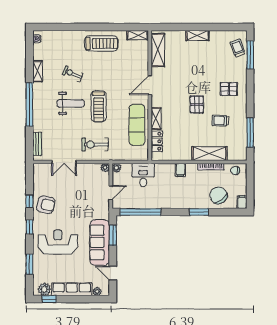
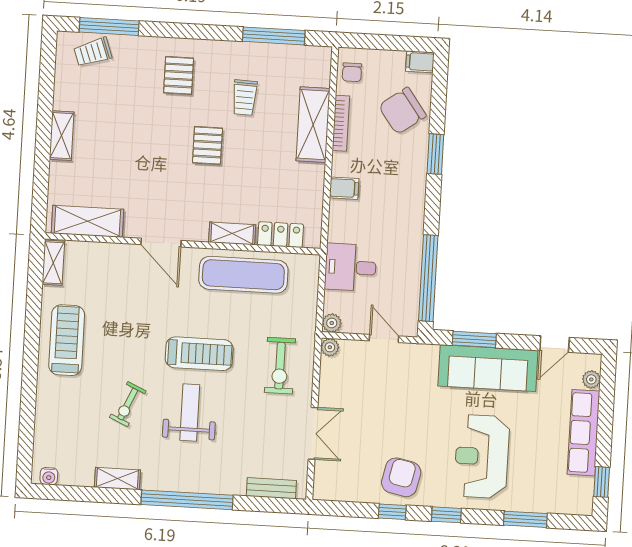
pallet: (197, 104) -> (207, 145), turned 90
plant: (44, 289) -> (580, 491), removed

